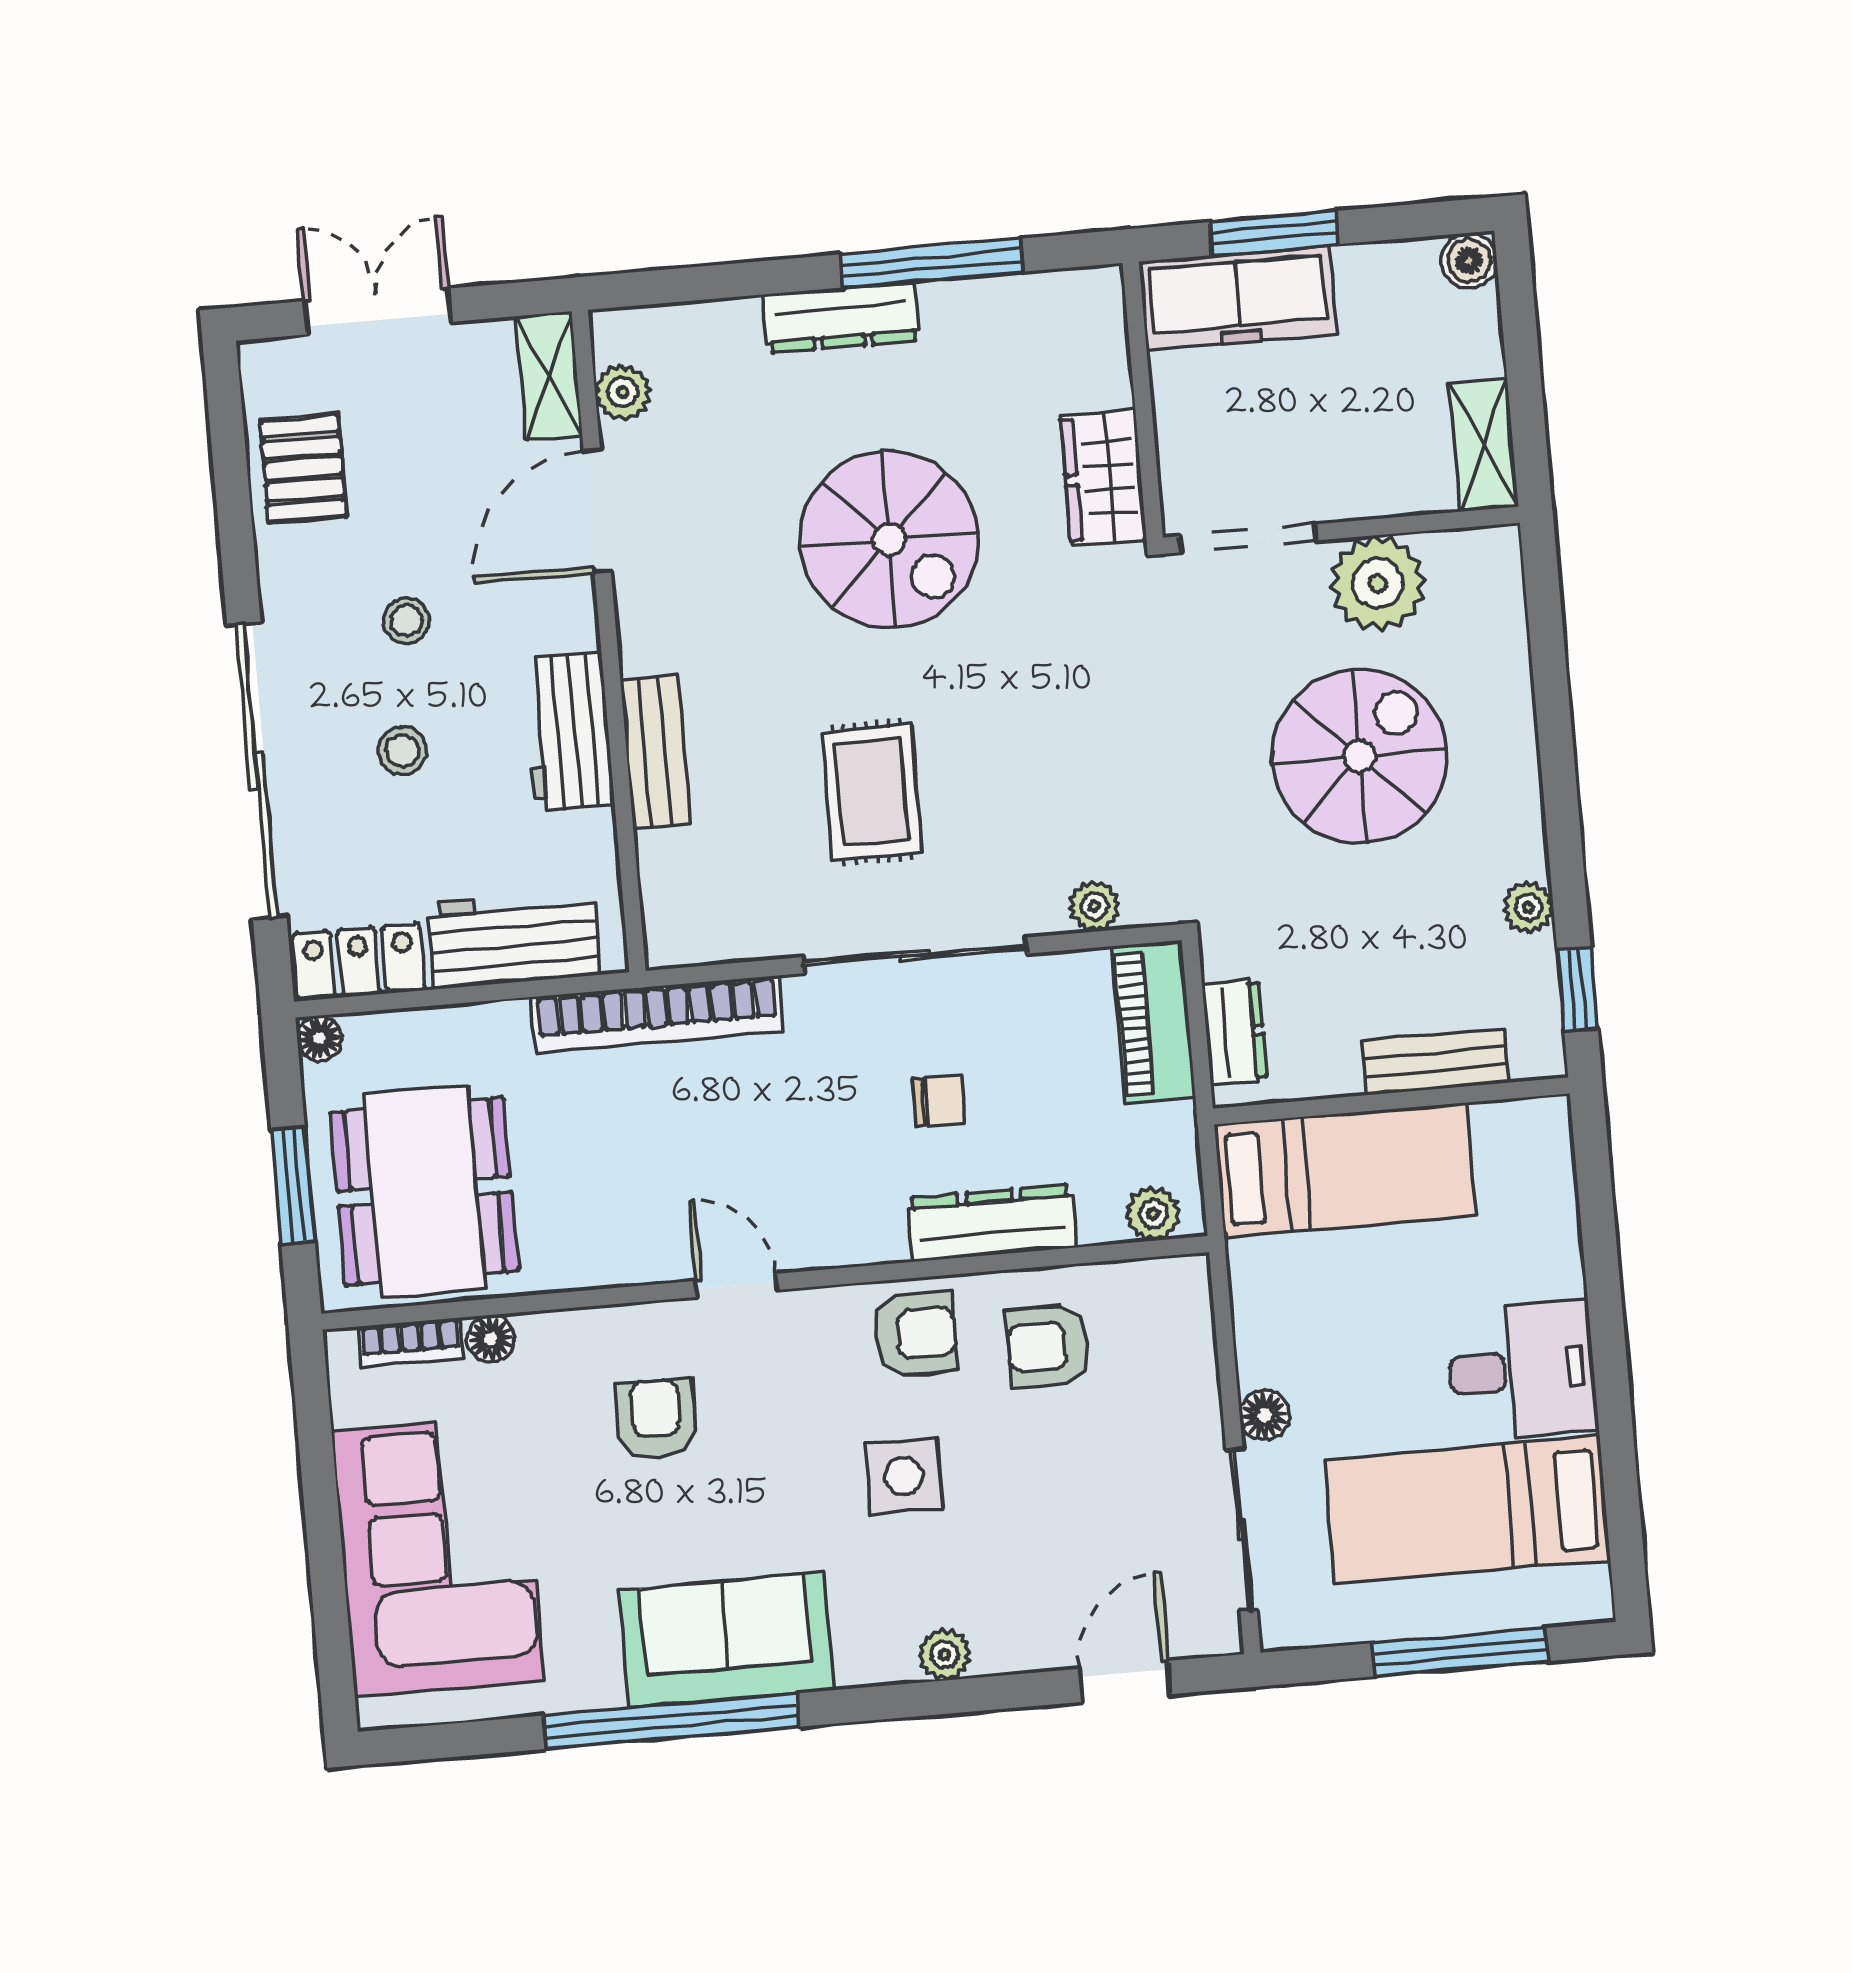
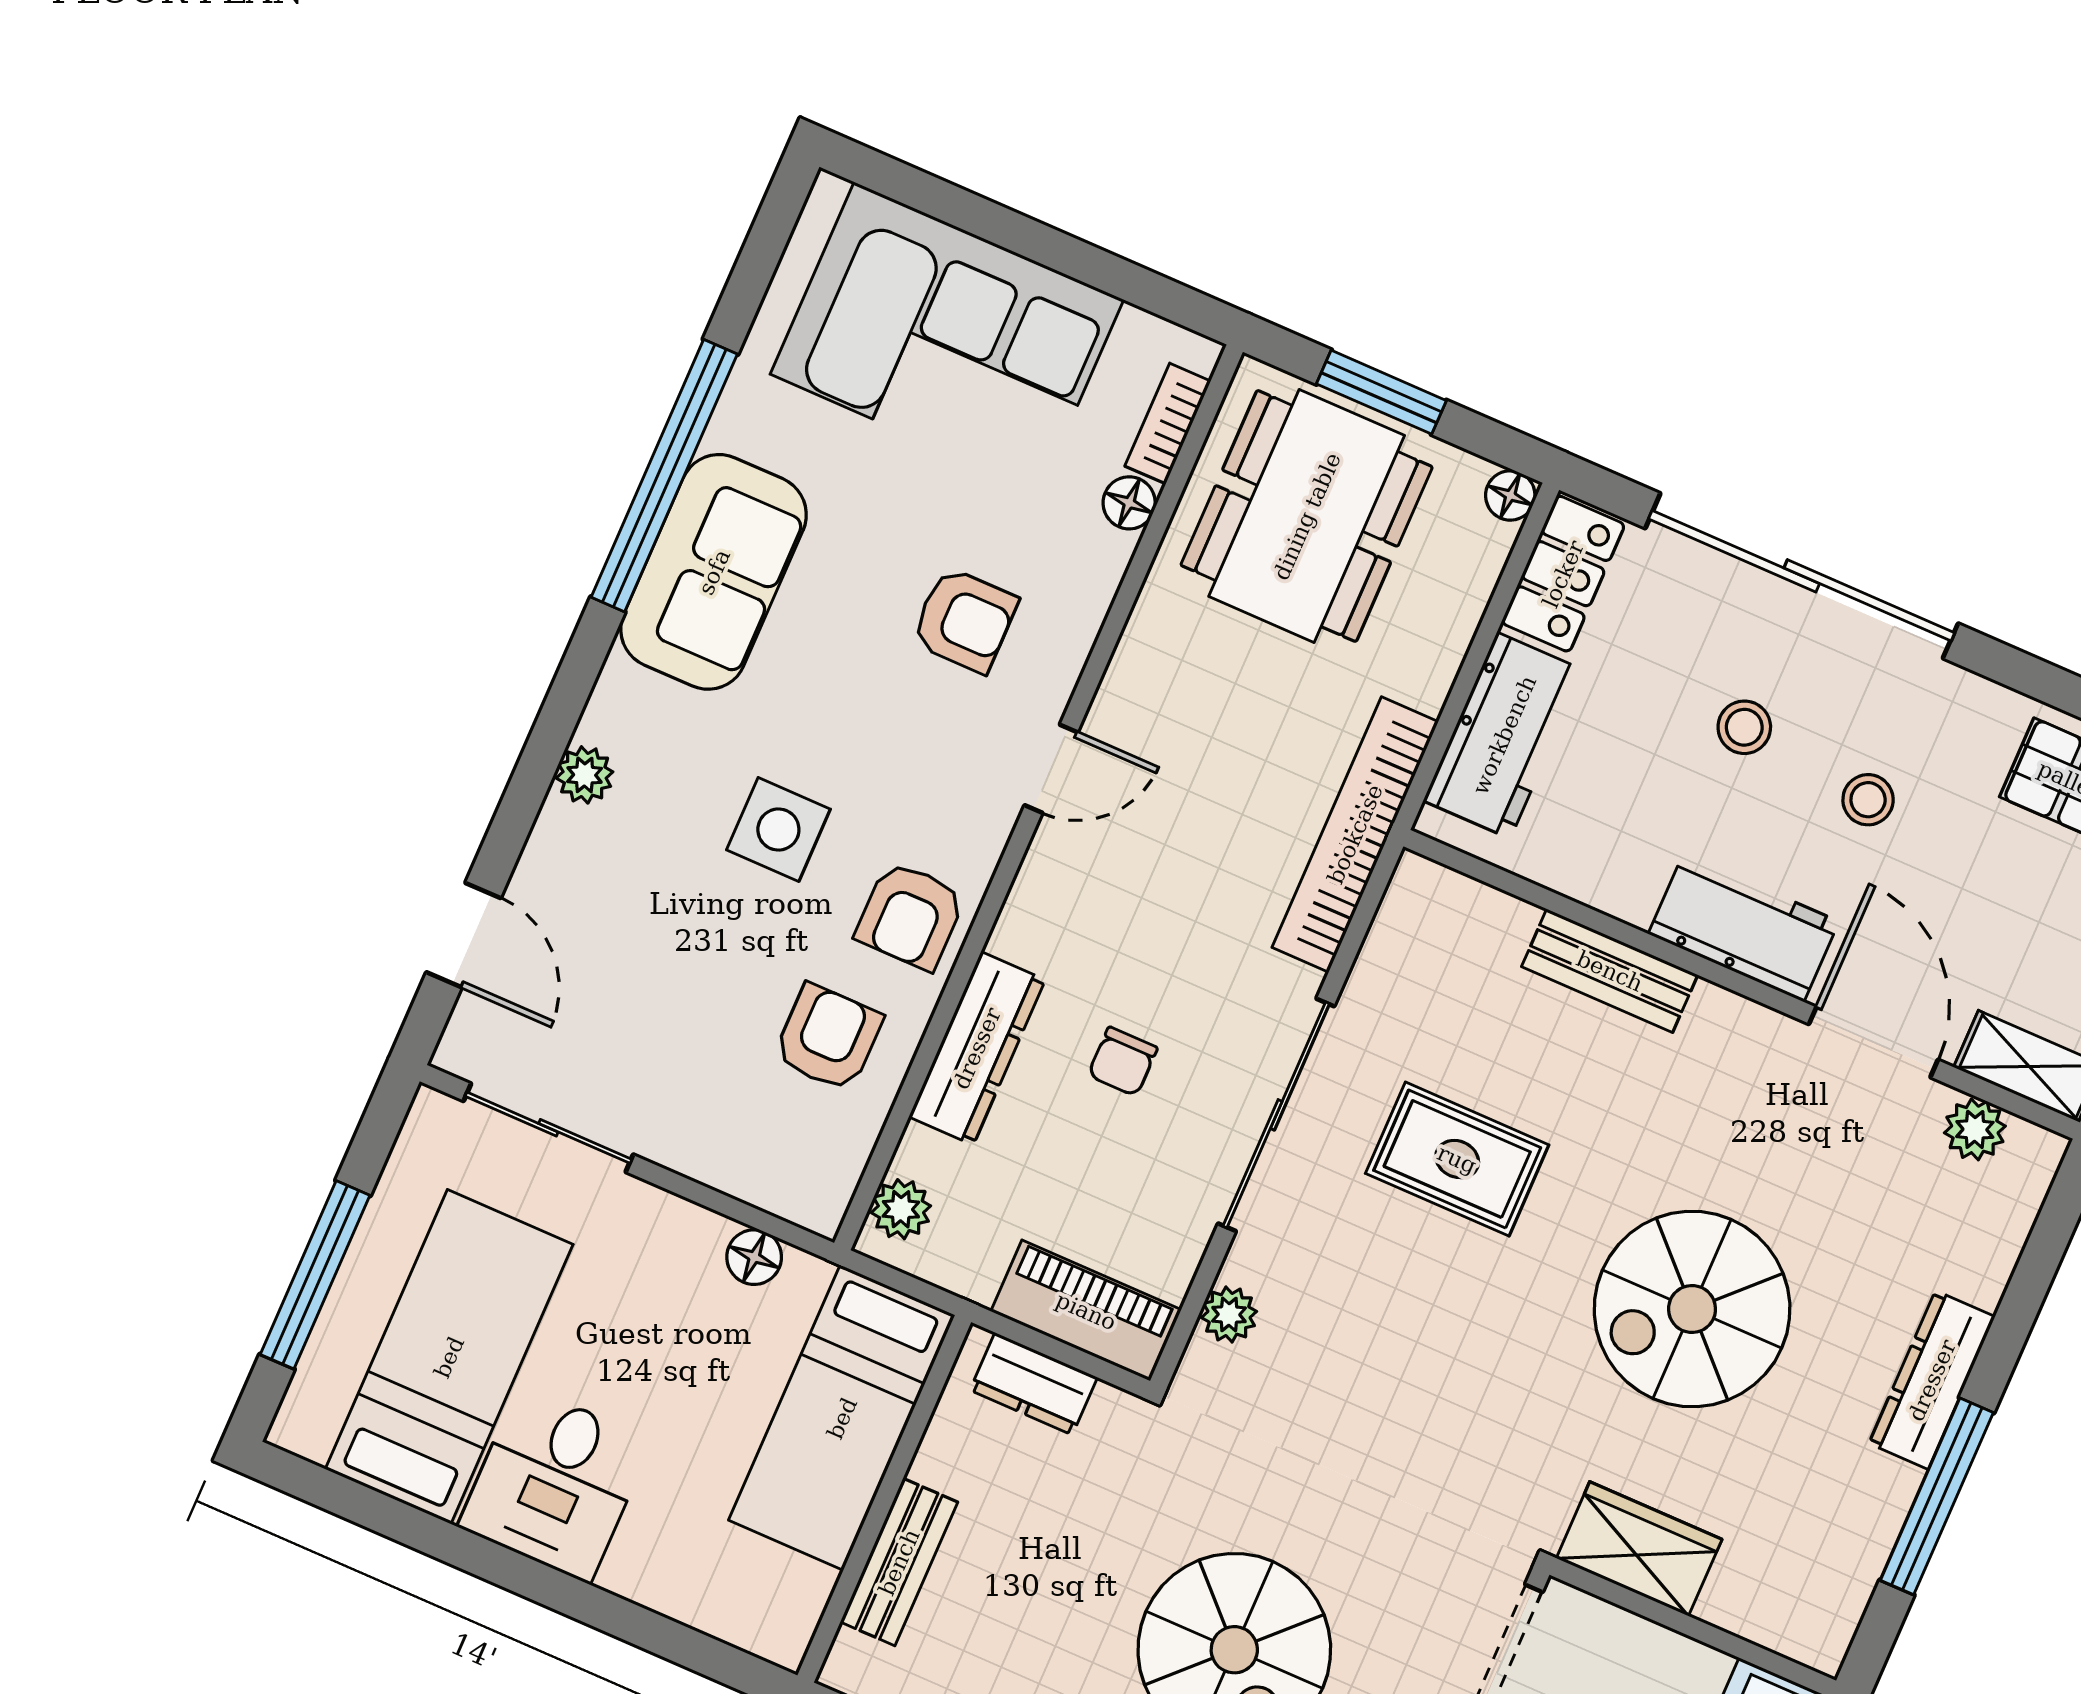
workbench: (568, 731) -> (1744, 928), moved
dining table: (424, 1191) -> (1307, 516), turned 90
floor lamp: (1264, 1415) -> (754, 1257), moved

